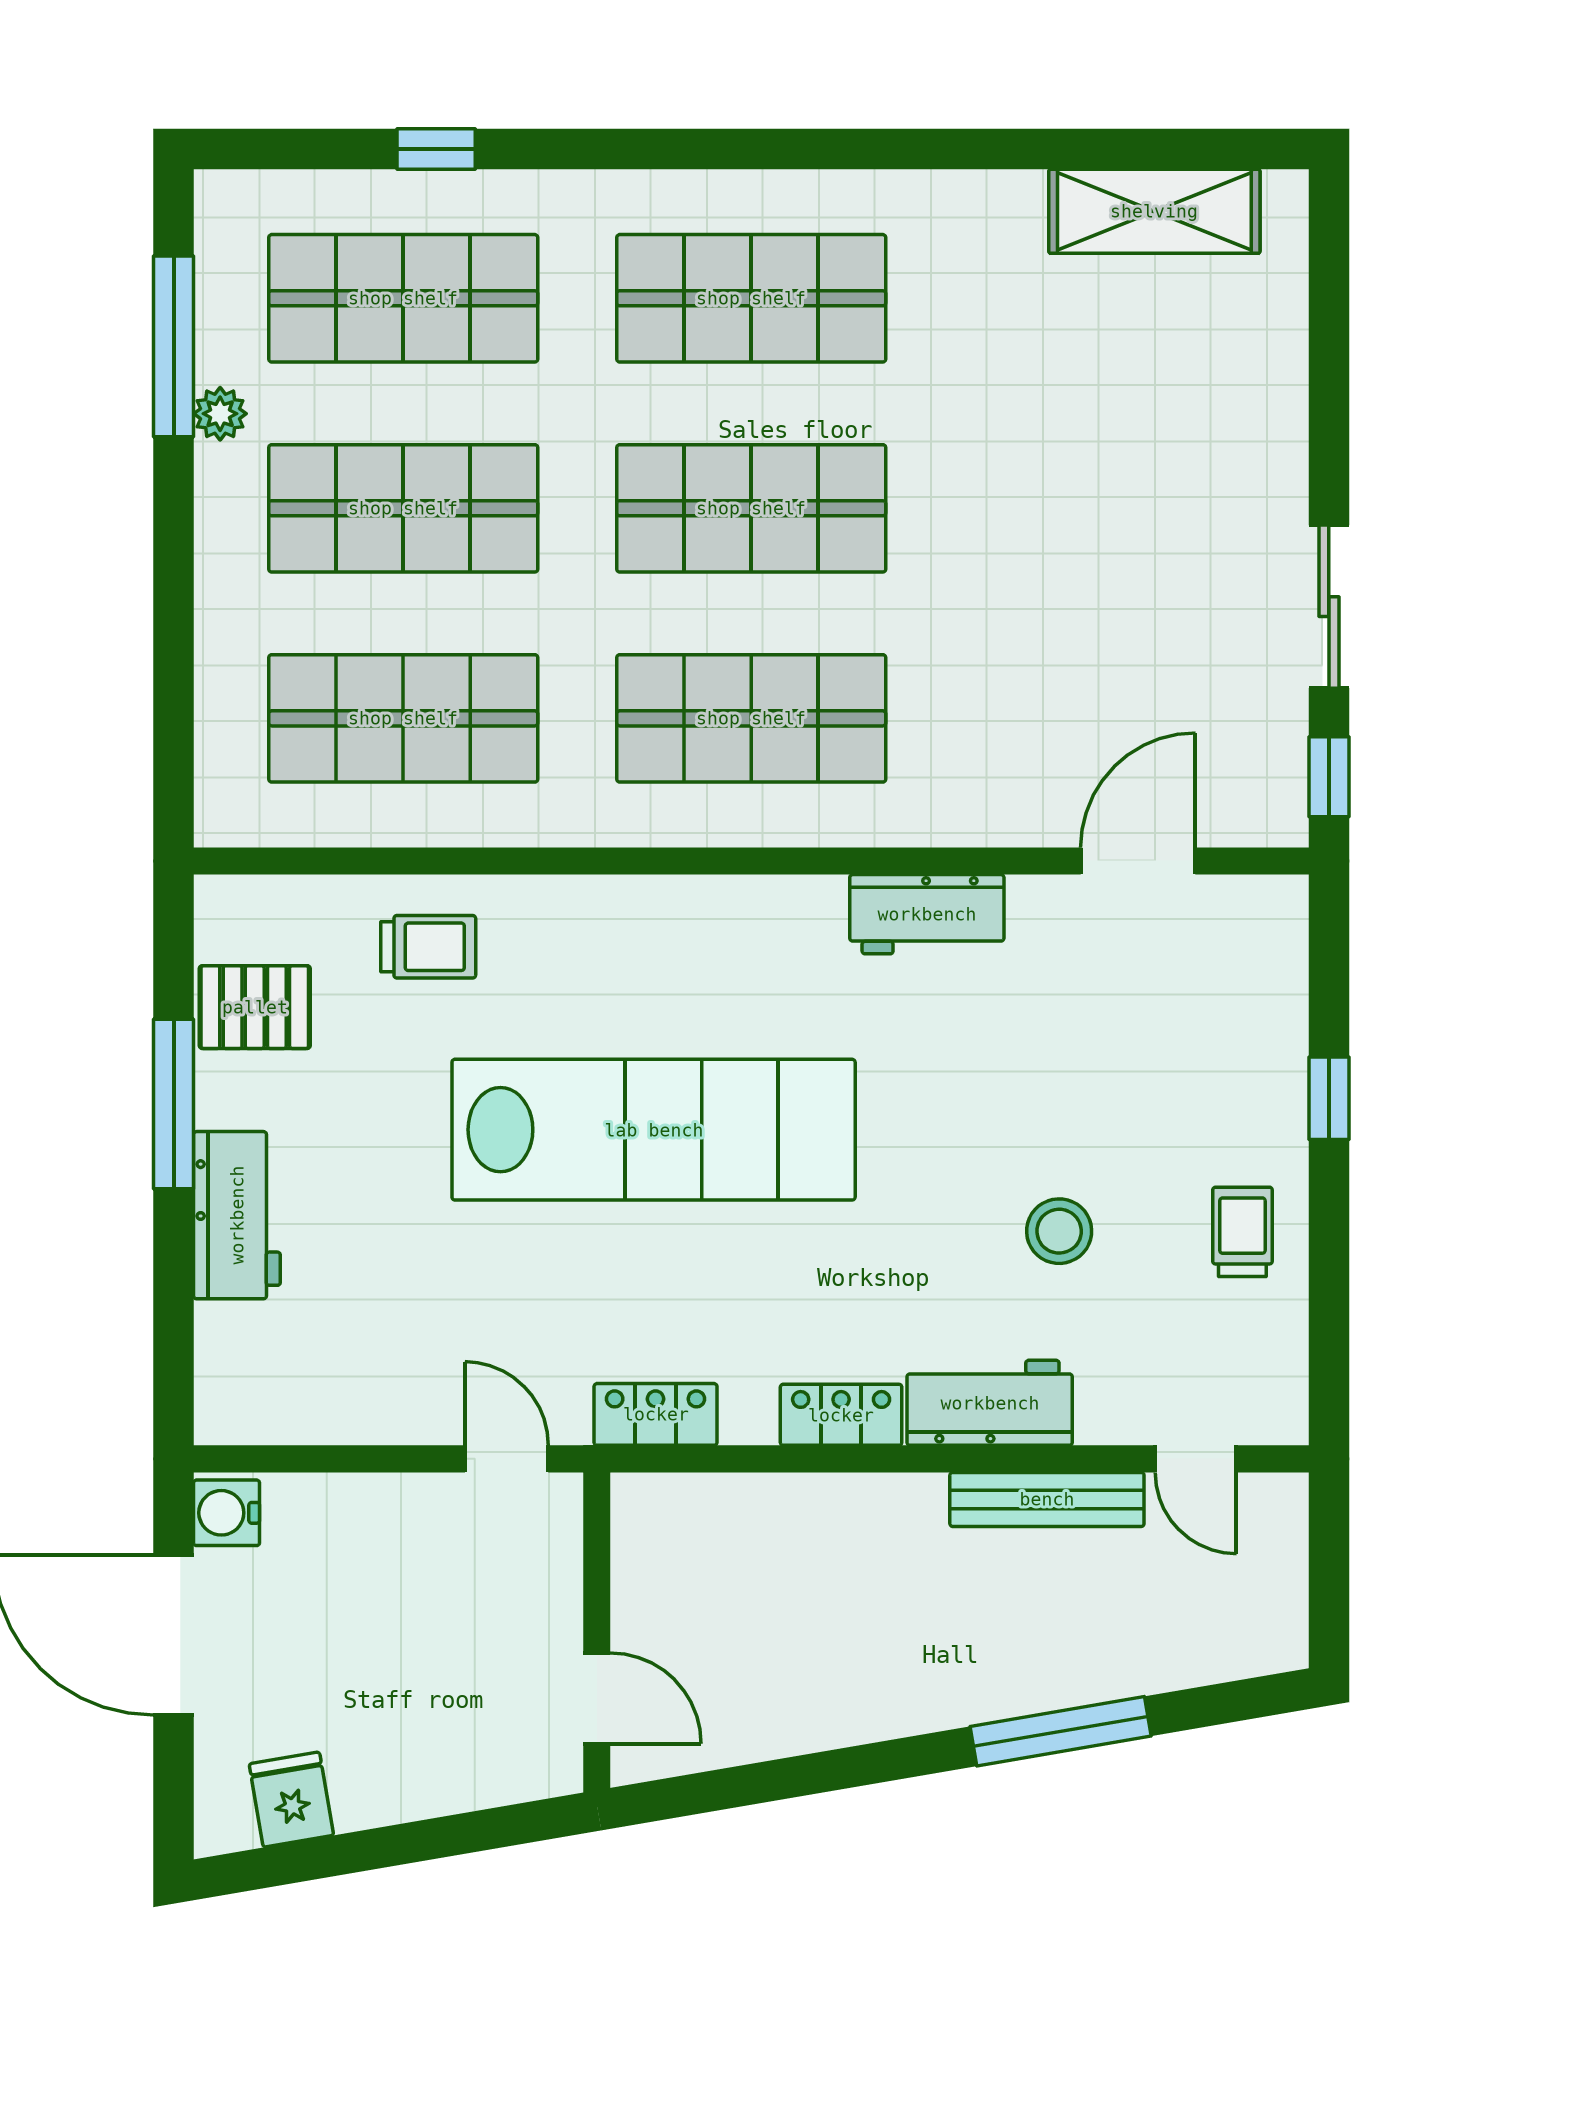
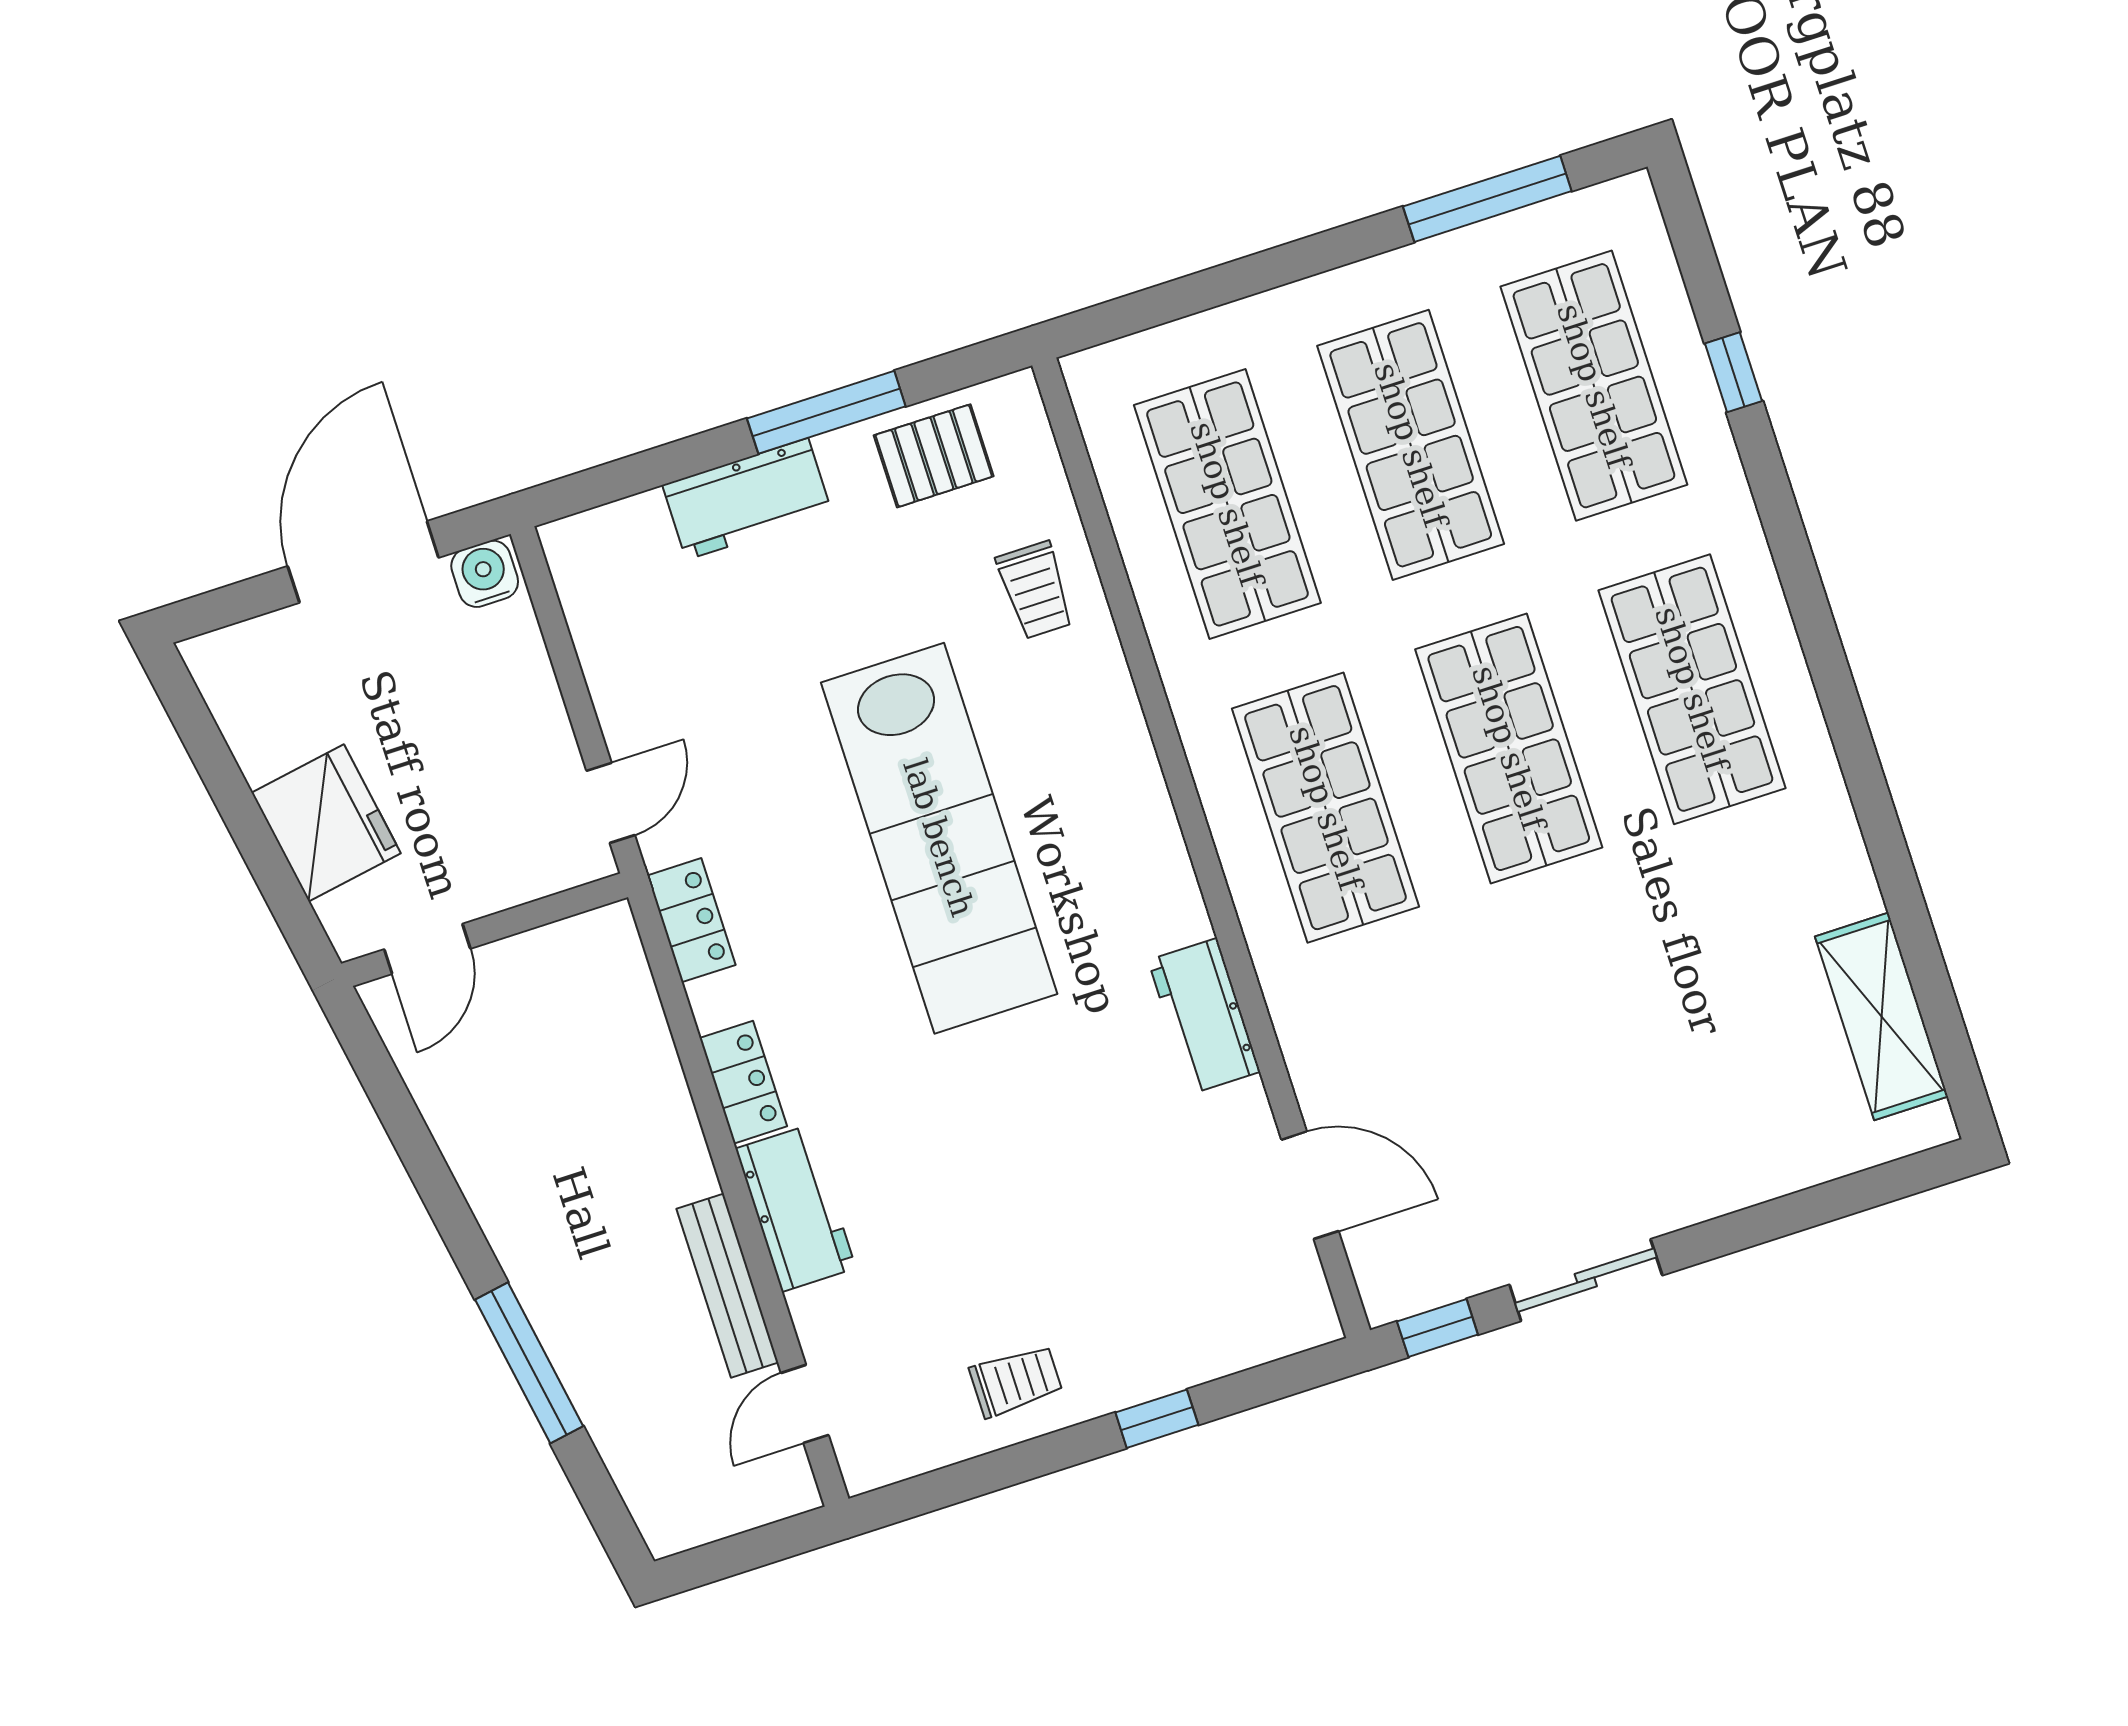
plant: (220, 414) -> (1442, 258), removed
pallet: (255, 1007) -> (934, 456), turned 90
stool: (1059, 1231) -> (965, 1221), removed
fridge: (291, 1800) -> (326, 823), moved, width x1.88, depth x1.34

